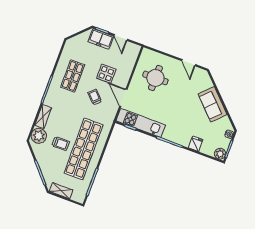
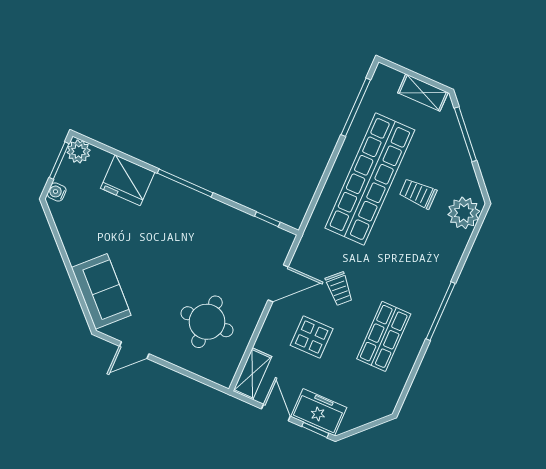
door: (189, 63) -> (134, 350), swing flipped
door: (123, 98) -> (278, 283), hinge flipped
sofa: (213, 104) -> (101, 291), moved
shelving: (43, 117) -> (252, 374), moved
kitchen unit: (141, 123) -> (244, 227), removed
fridge: (196, 144) -> (128, 180), width x1.88, depth x1.34

